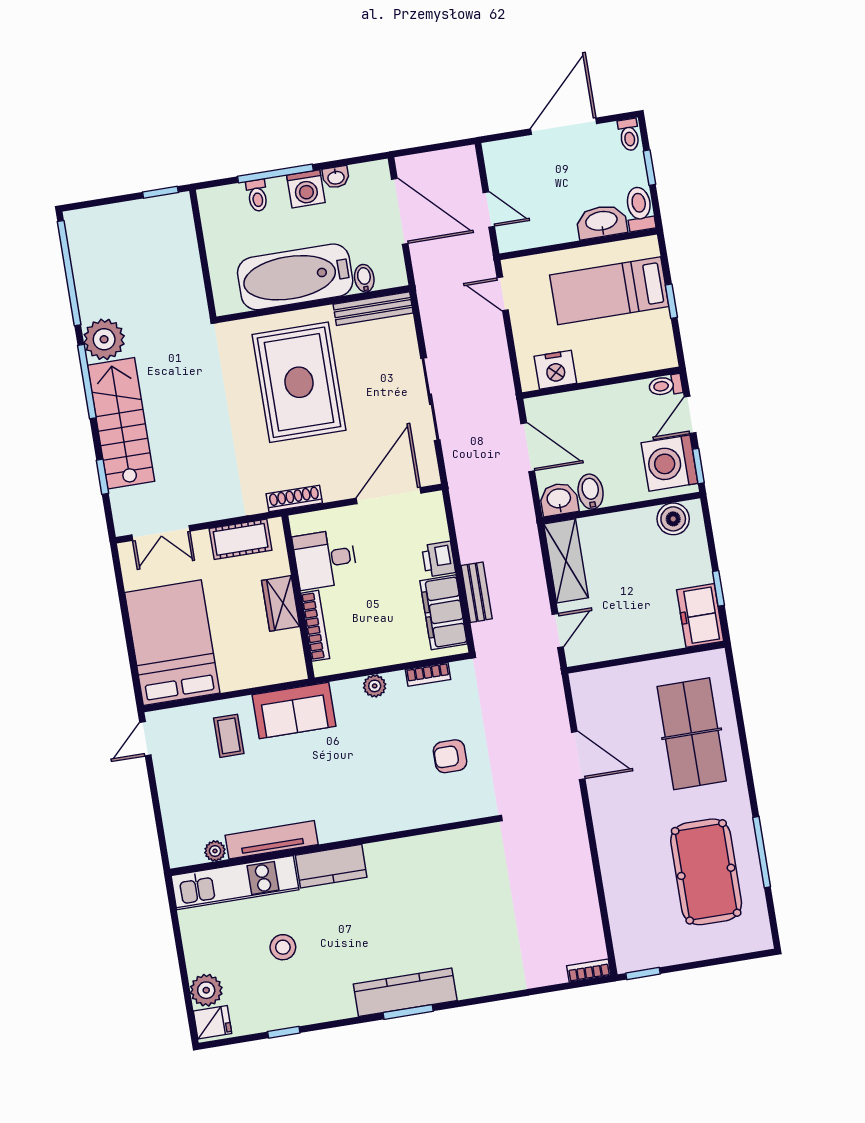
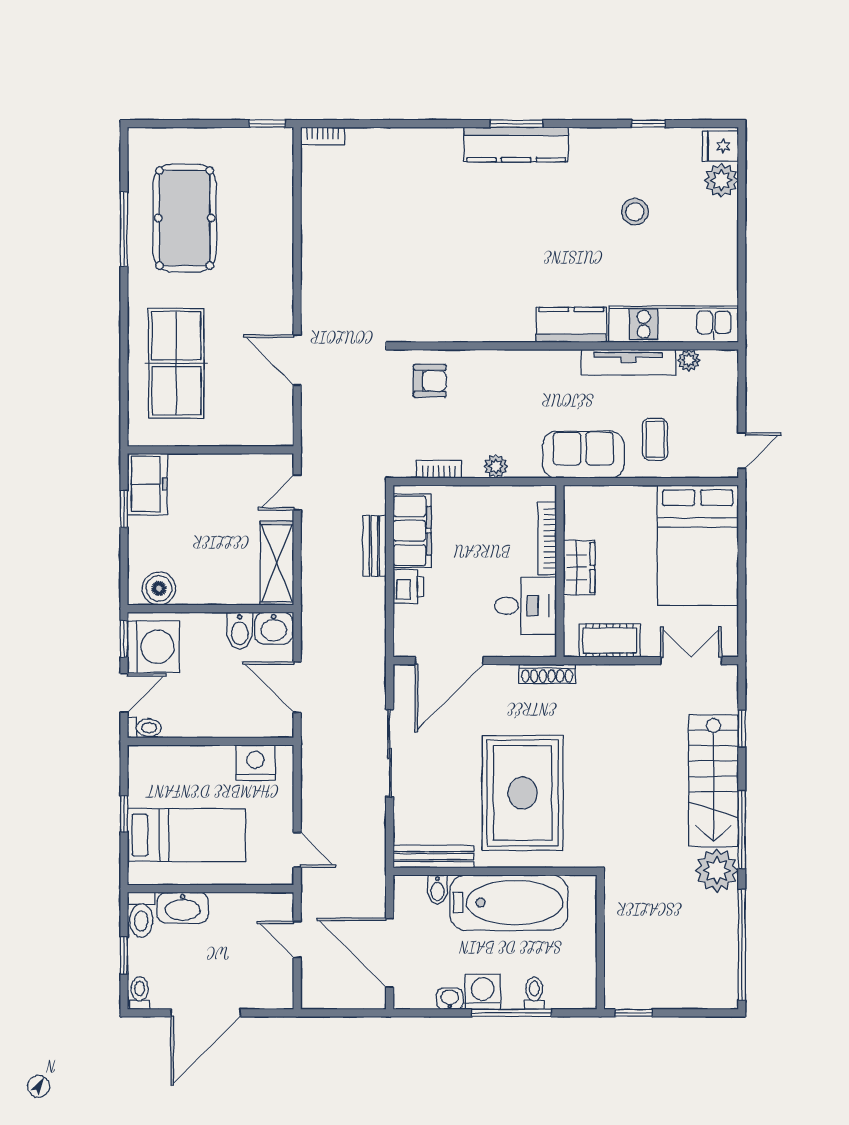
tv unit: (272, 840) -> (628, 362), moved
wall: (333, 845) -> (566, 346), moved
plant: (215, 851) -> (689, 360), moved
kitchen counter: (331, 866) -> (571, 325), moved
kitchen unit: (235, 883) -> (674, 324), moved

